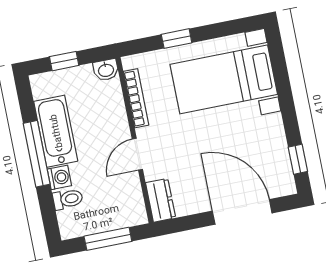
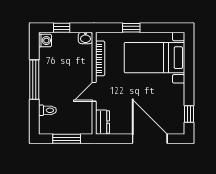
bathtub: (56, 131) -> (48, 68), removed
washing machine: (59, 177) -> (45, 41), moved

